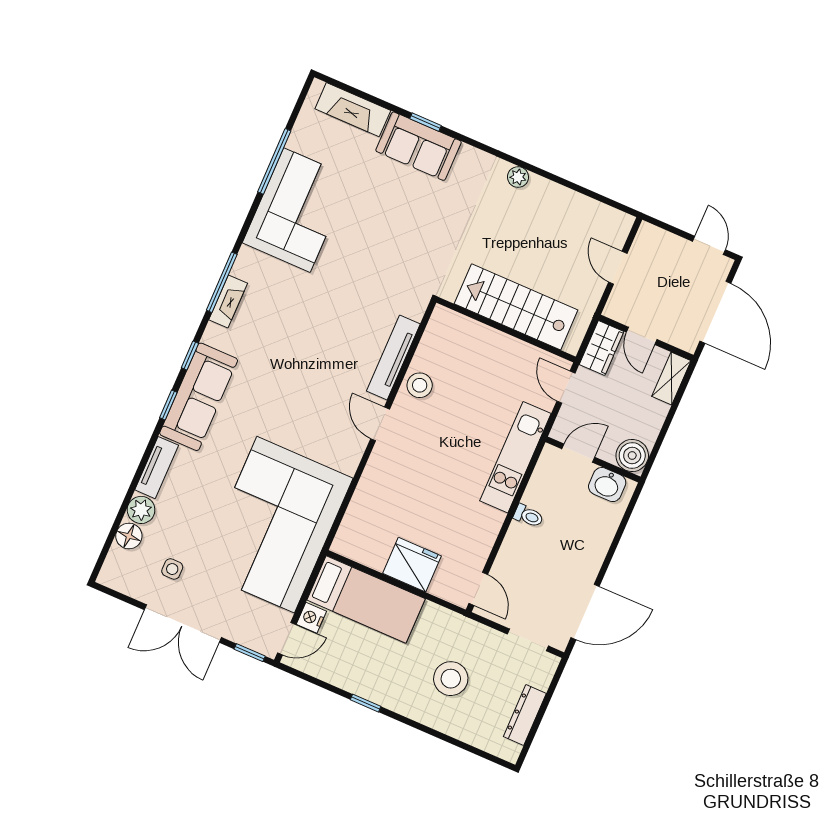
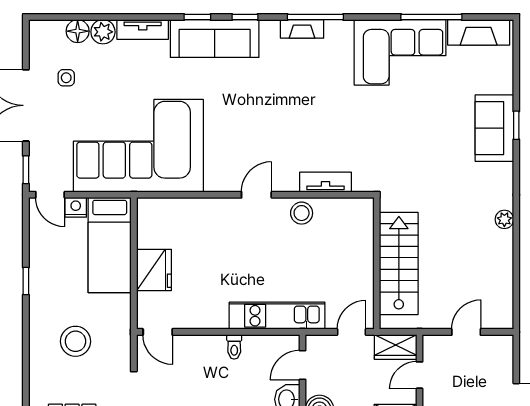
fireplace: (353, 110) -> (479, 32), moved, turned -90
tv unit: (393, 357) -> (325, 182), width x0.71
door: (578, 453) -> (303, 365), swing flipped
door: (478, 589) -> (158, 332), hinge flipped

